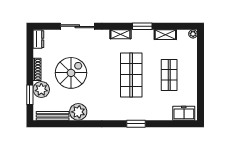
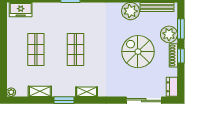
sliding door: (77, 26) -> (144, 100), moved
window: (30, 69) -> (181, 56), added
spiral stairs: (71, 73) -> (138, 52), turned 90
shop shelf: (131, 75) -> (75, 49), width x0.70, depth x0.74

